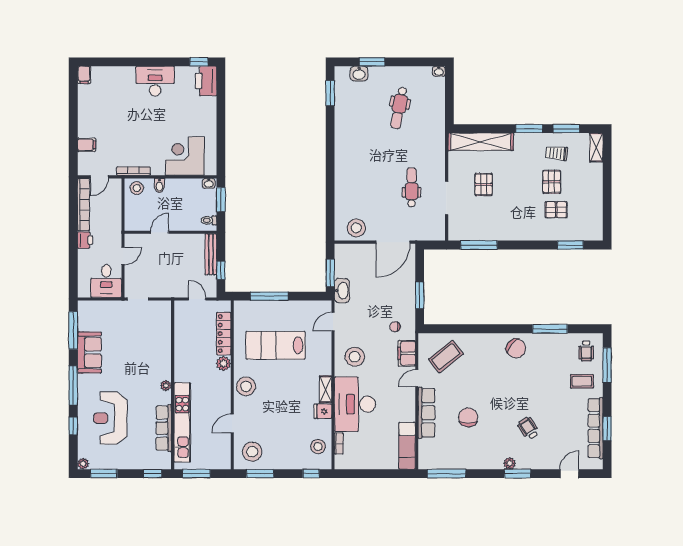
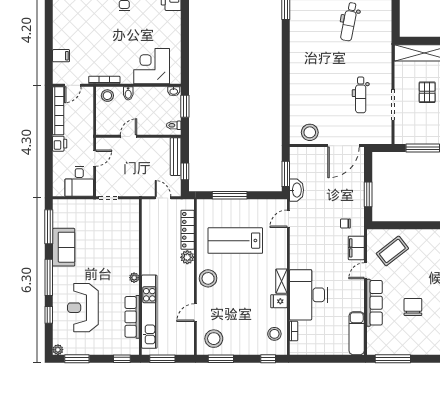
dental chair: (412, 187) -> (361, 95), turned 180
stool: (355, 357) -> (308, 251), removed

